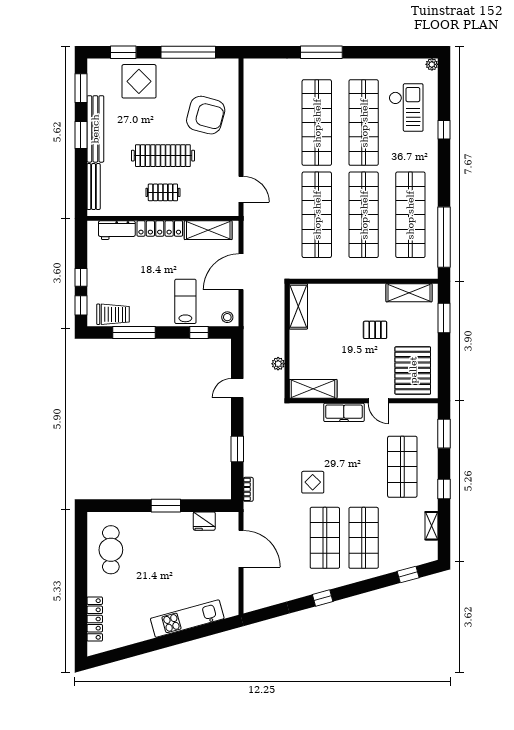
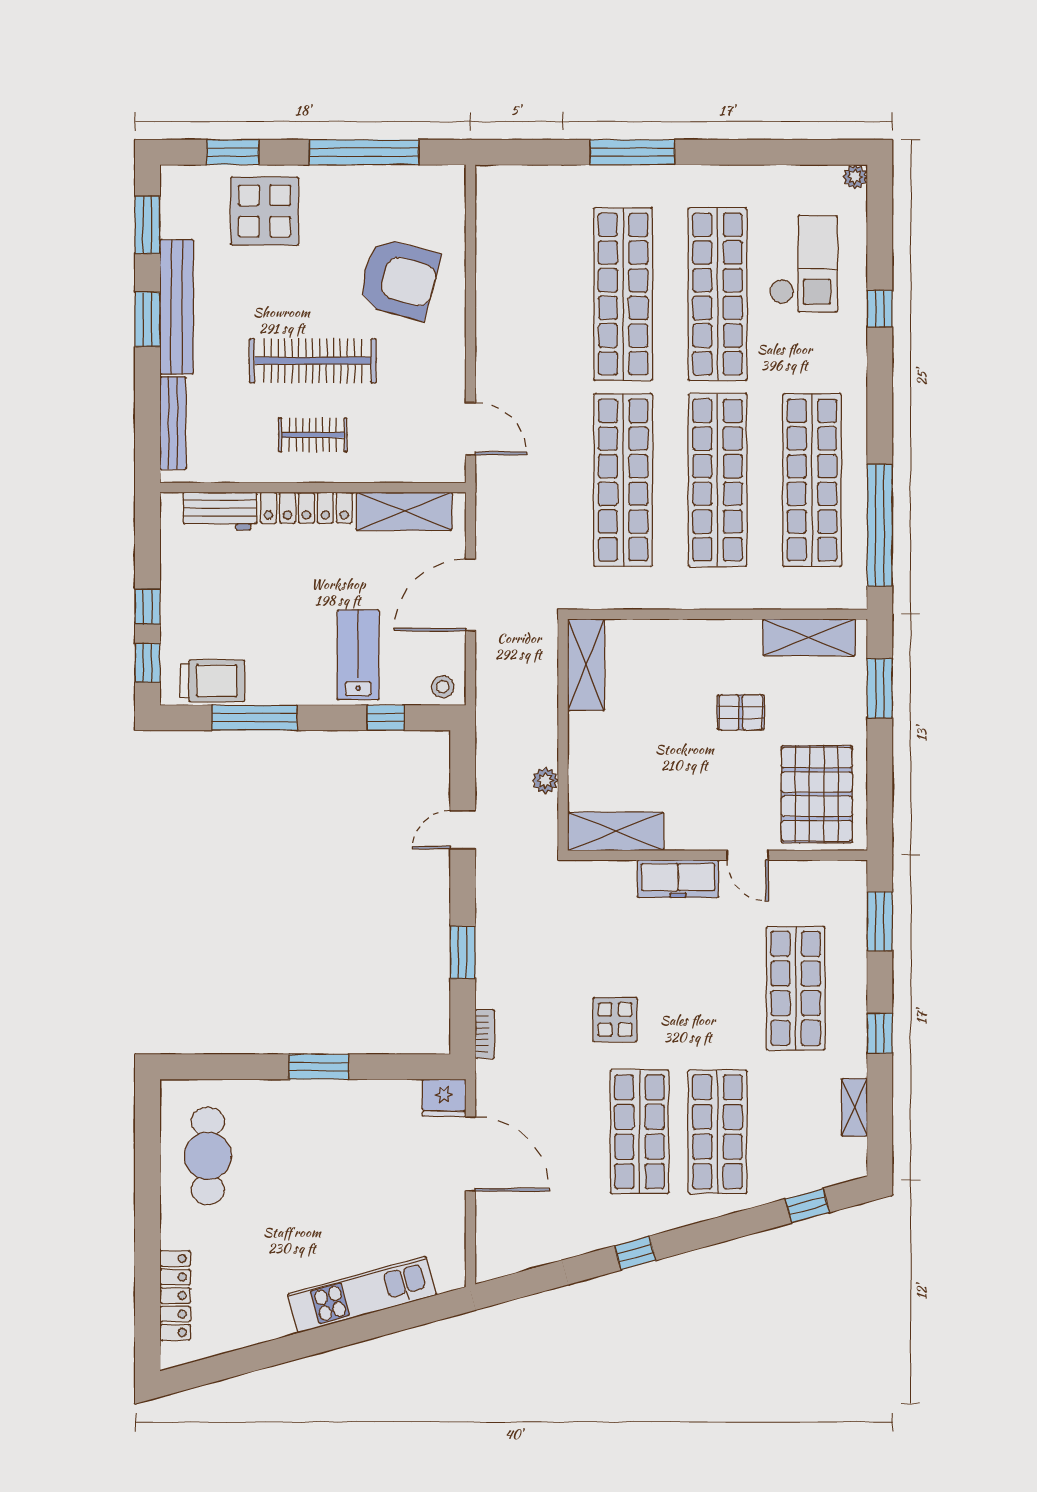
fridge: (204, 521) -> (444, 1098), moved

